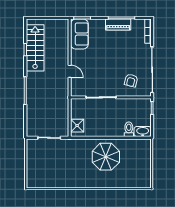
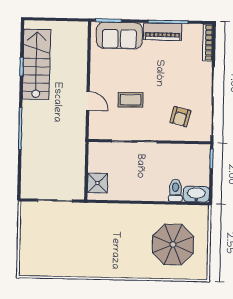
sofa: (79, 34) -> (119, 35), moved, turned 90
coffee table: (98, 70) -> (131, 100), added
parasol: (106, 157) -> (173, 244), moved

